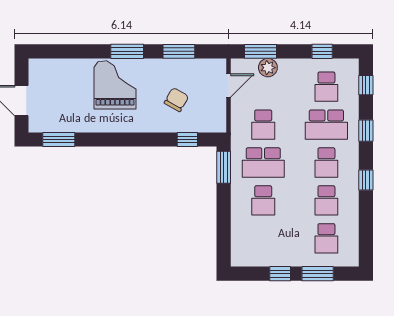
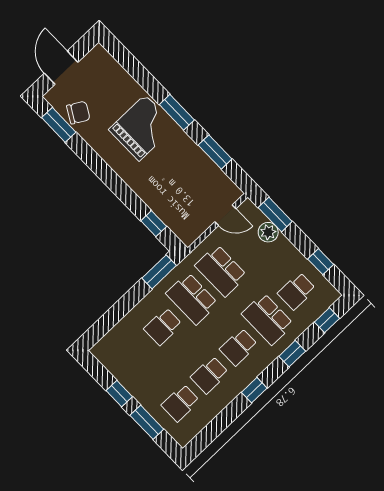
chair: (176, 100) -> (78, 113), moved
school desk: (263, 125) -> (221, 271), width x1.85

